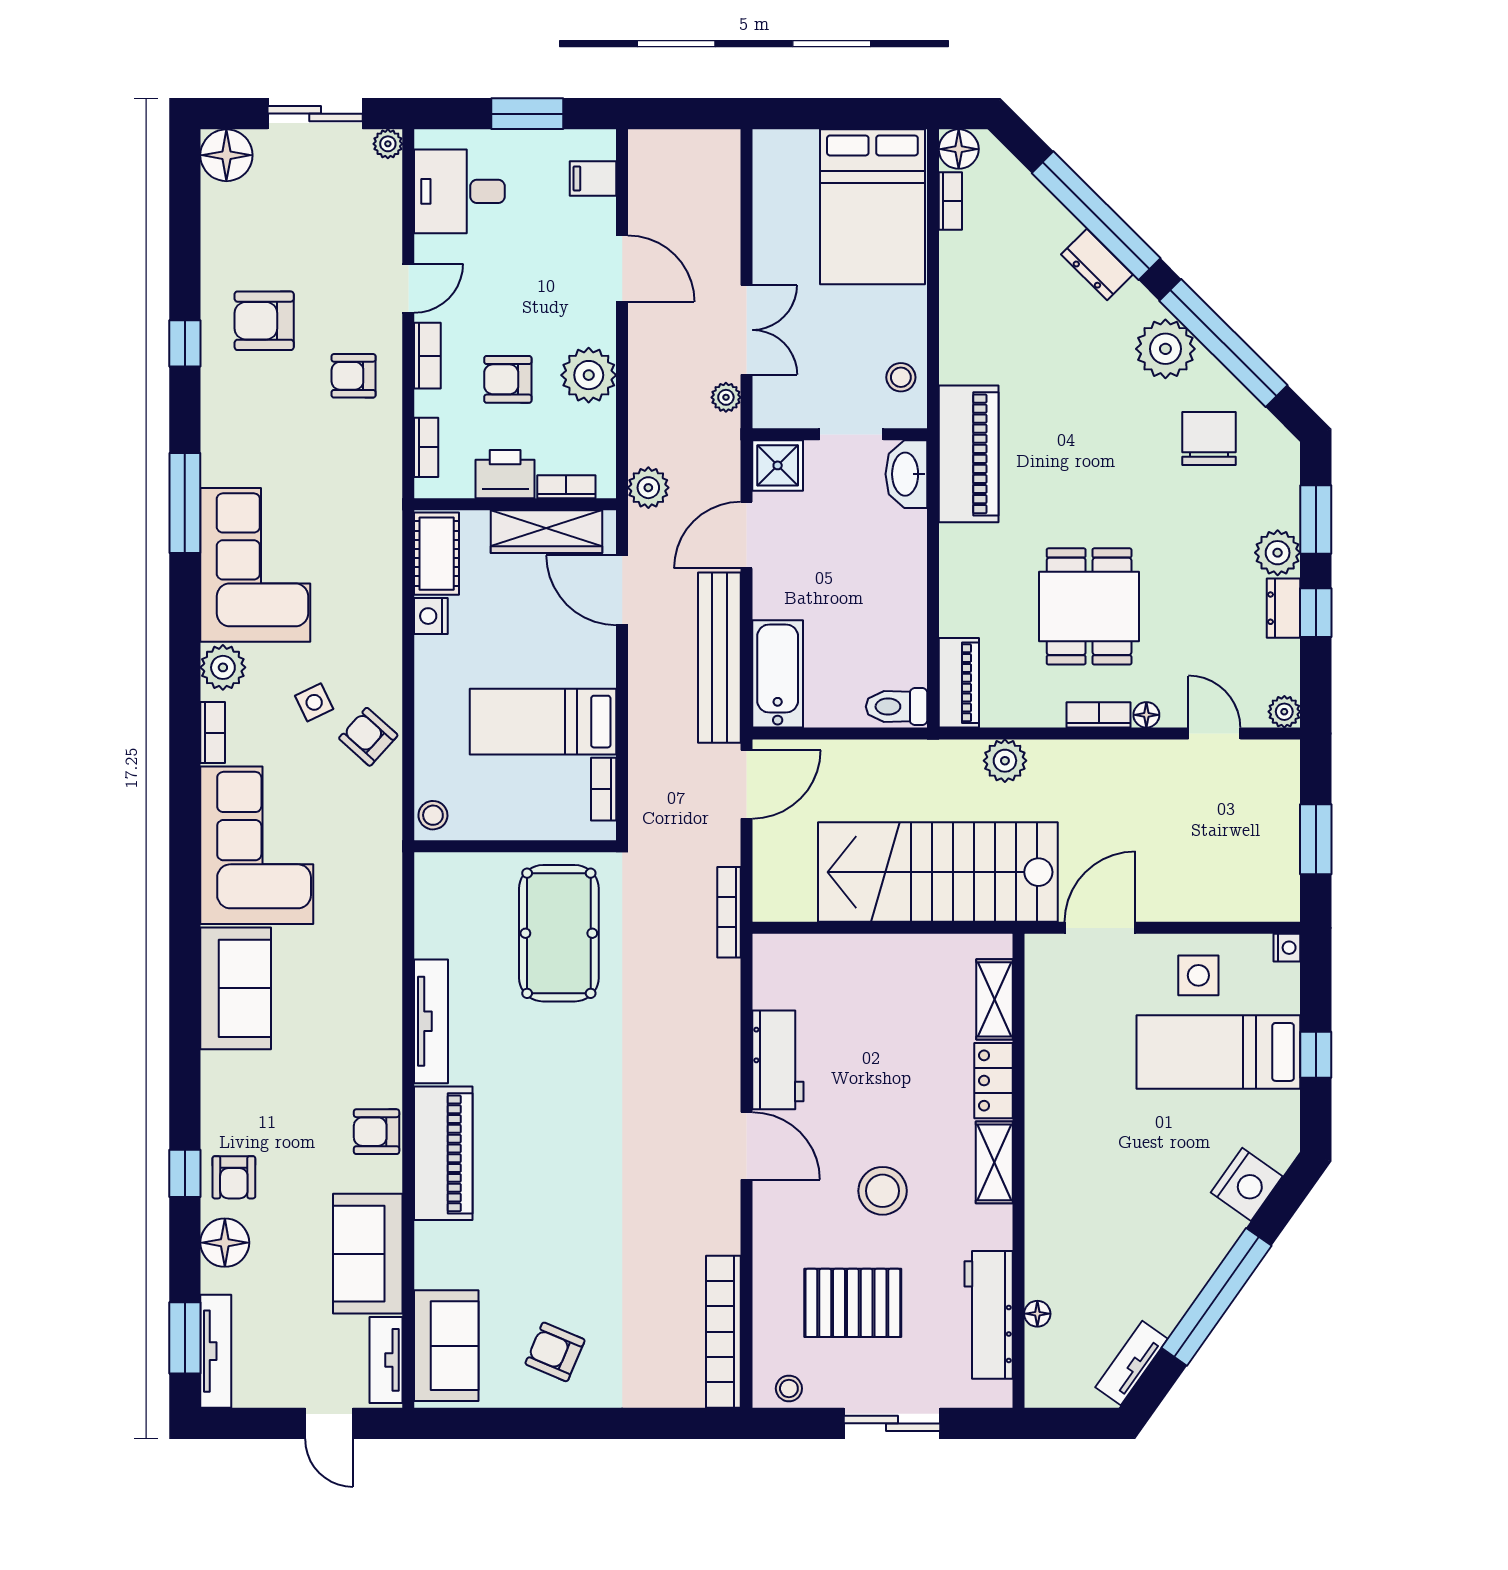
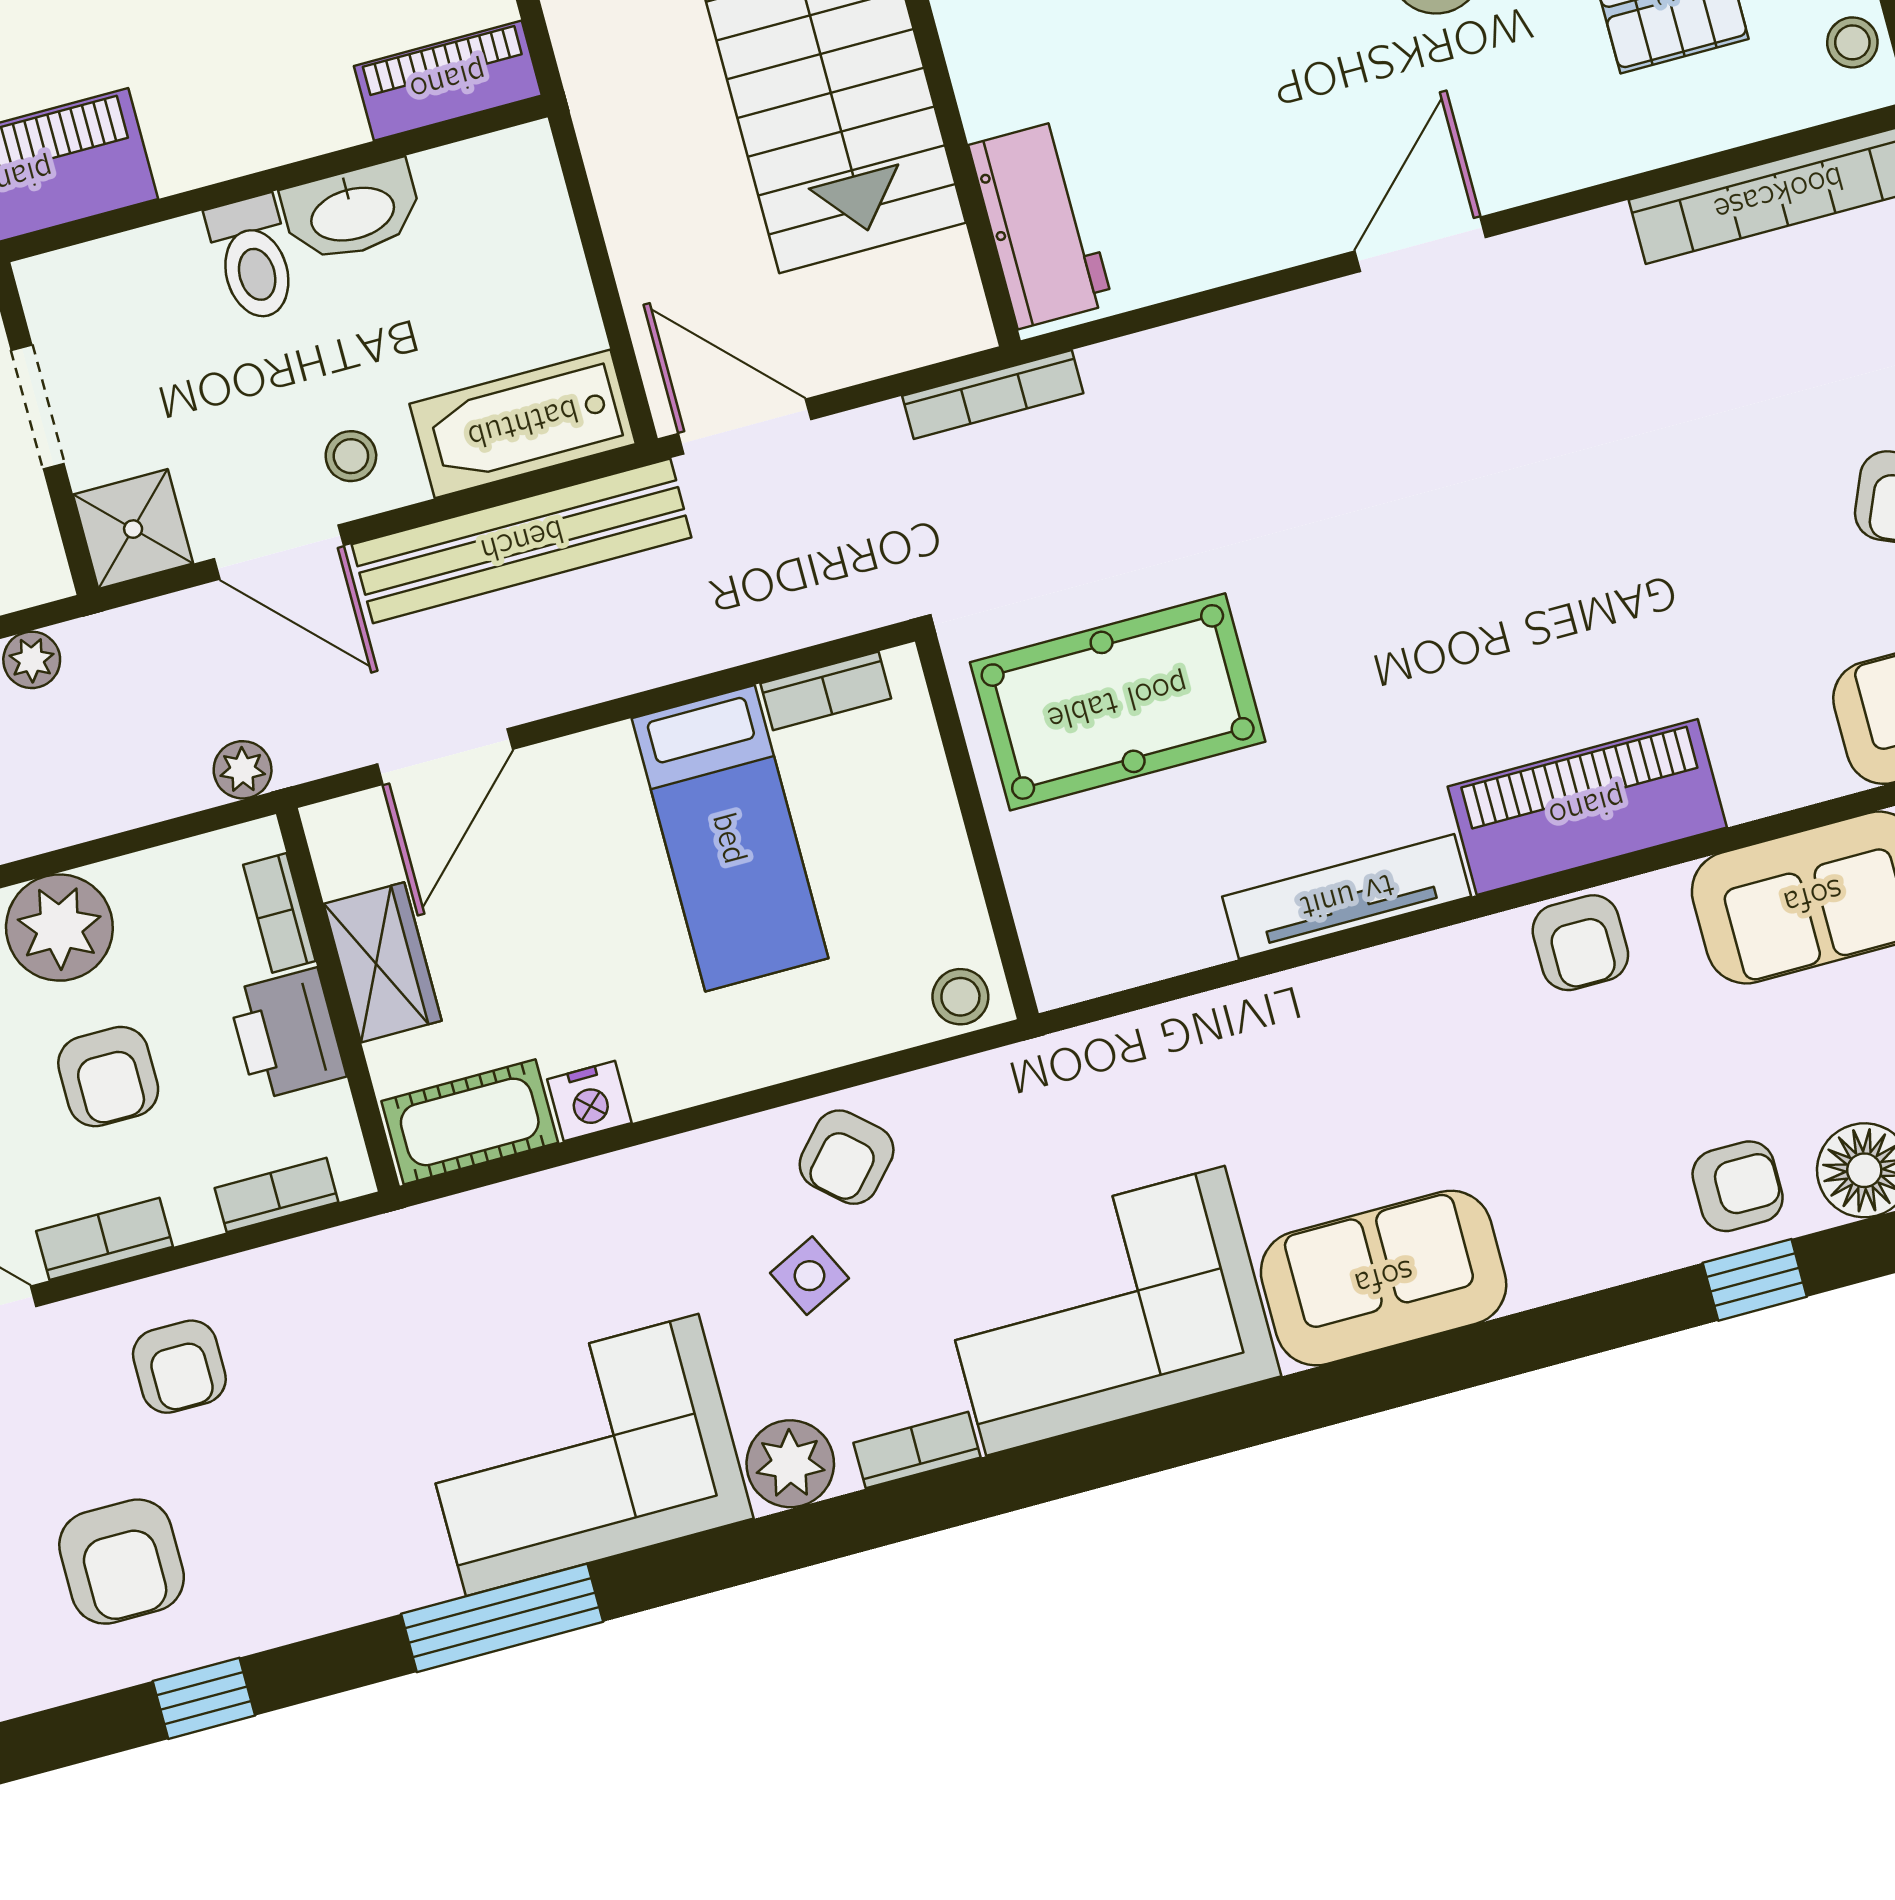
washbasin: (906, 474) -> (352, 212), moved
plant: (648, 488) -> (243, 770), width x0.73, depth x0.73
wardrobe: (546, 532) -> (383, 962), width x0.67
stool: (785, 584) -> (351, 456), added
toilet: (897, 707) -> (253, 258), moved
workbench: (778, 1060) -> (1041, 224), moved, turned 90

